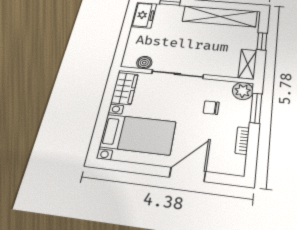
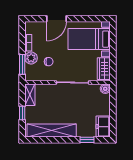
boiler: (144, 63) -> (105, 89), moved
plant: (243, 91) -> (31, 58), moved

